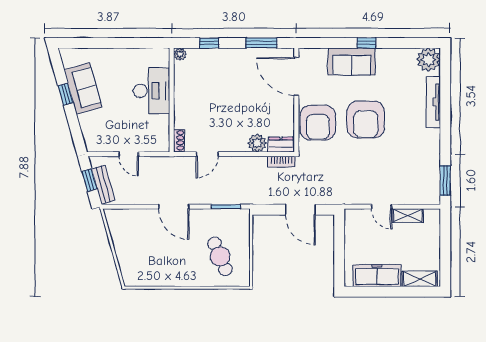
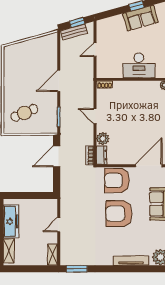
door: (207, 154) -> (95, 116), moved
door: (300, 210) -> (57, 156), moved
shelving: (408, 216) -> (53, 255), moved

